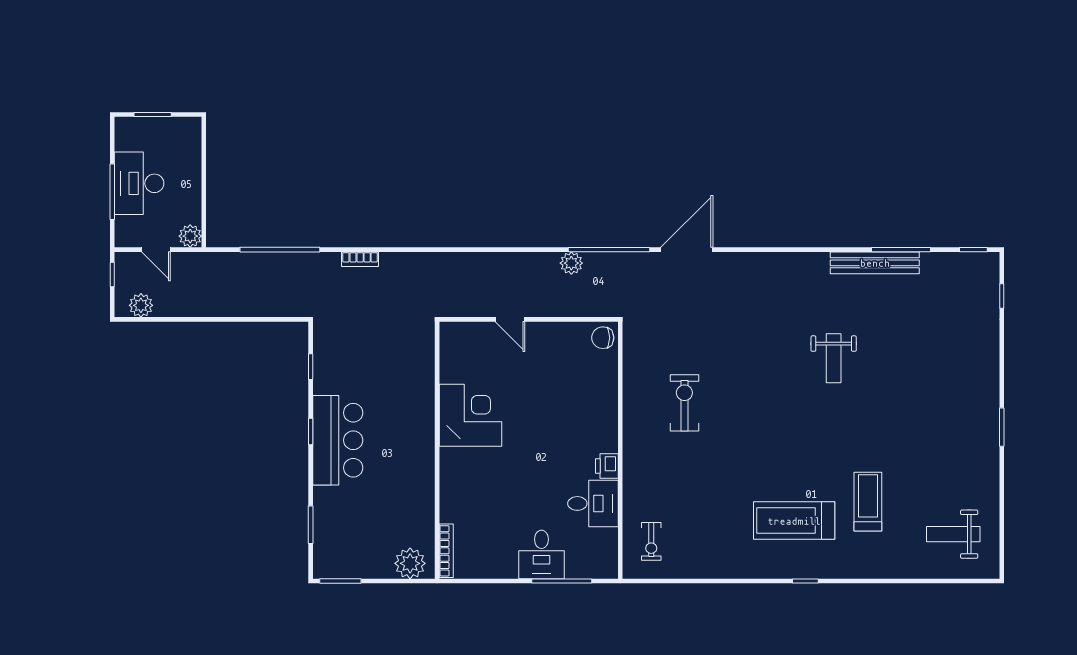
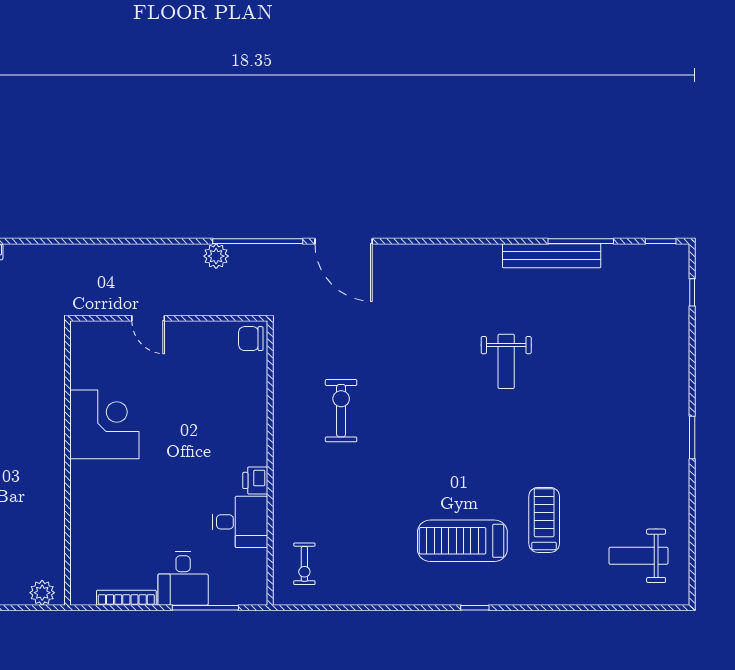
door: (687, 250) -> (344, 241), swing flipped
bookcase: (446, 551) -> (126, 598), moved, turned -90
plant: (410, 563) -> (42, 593), width x0.73, depth x0.73

